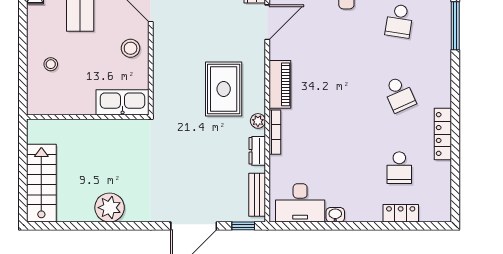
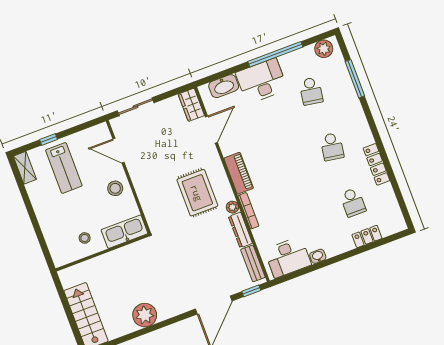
stool: (51, 64) -> (85, 238), moved
school desk: (399, 94) -> (332, 147), turned 33
dresser: (257, 151) -> (240, 230), width x1.44

